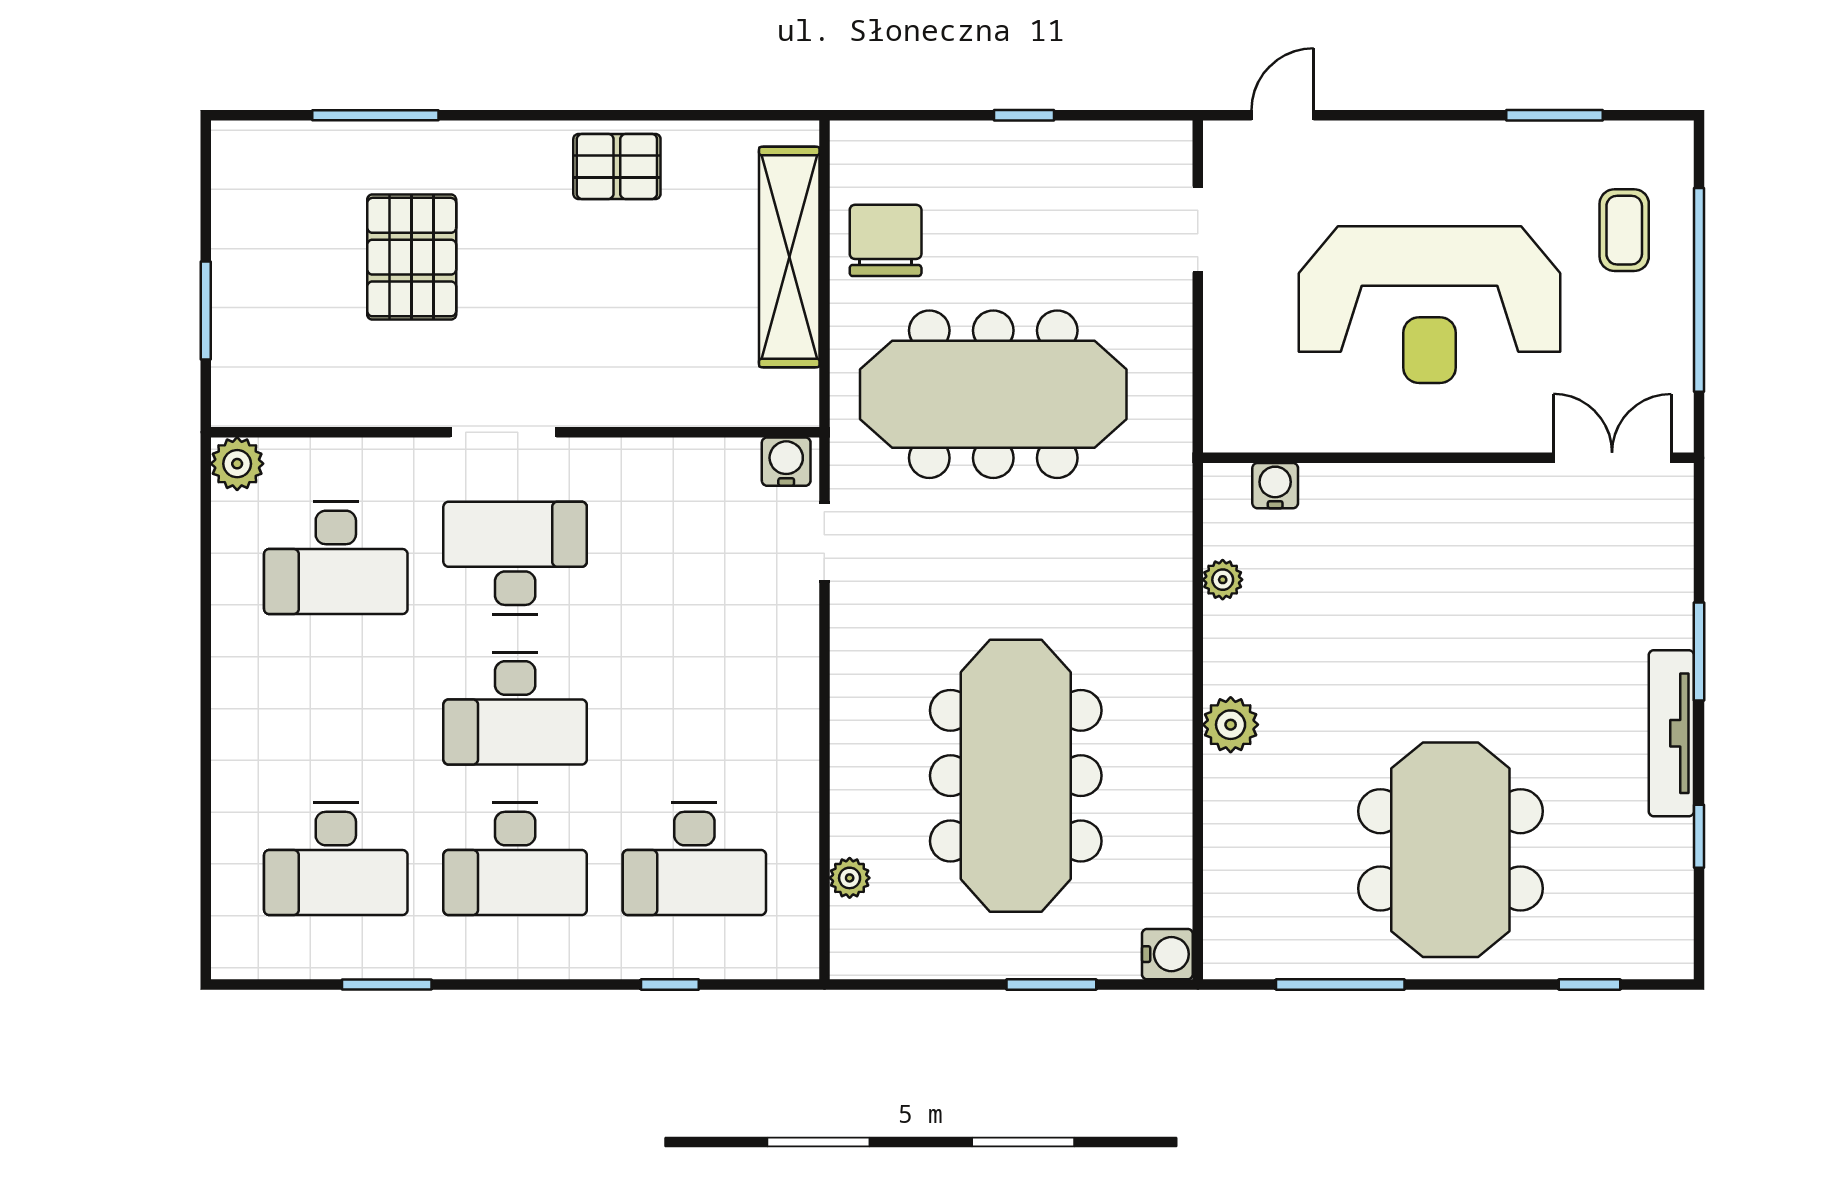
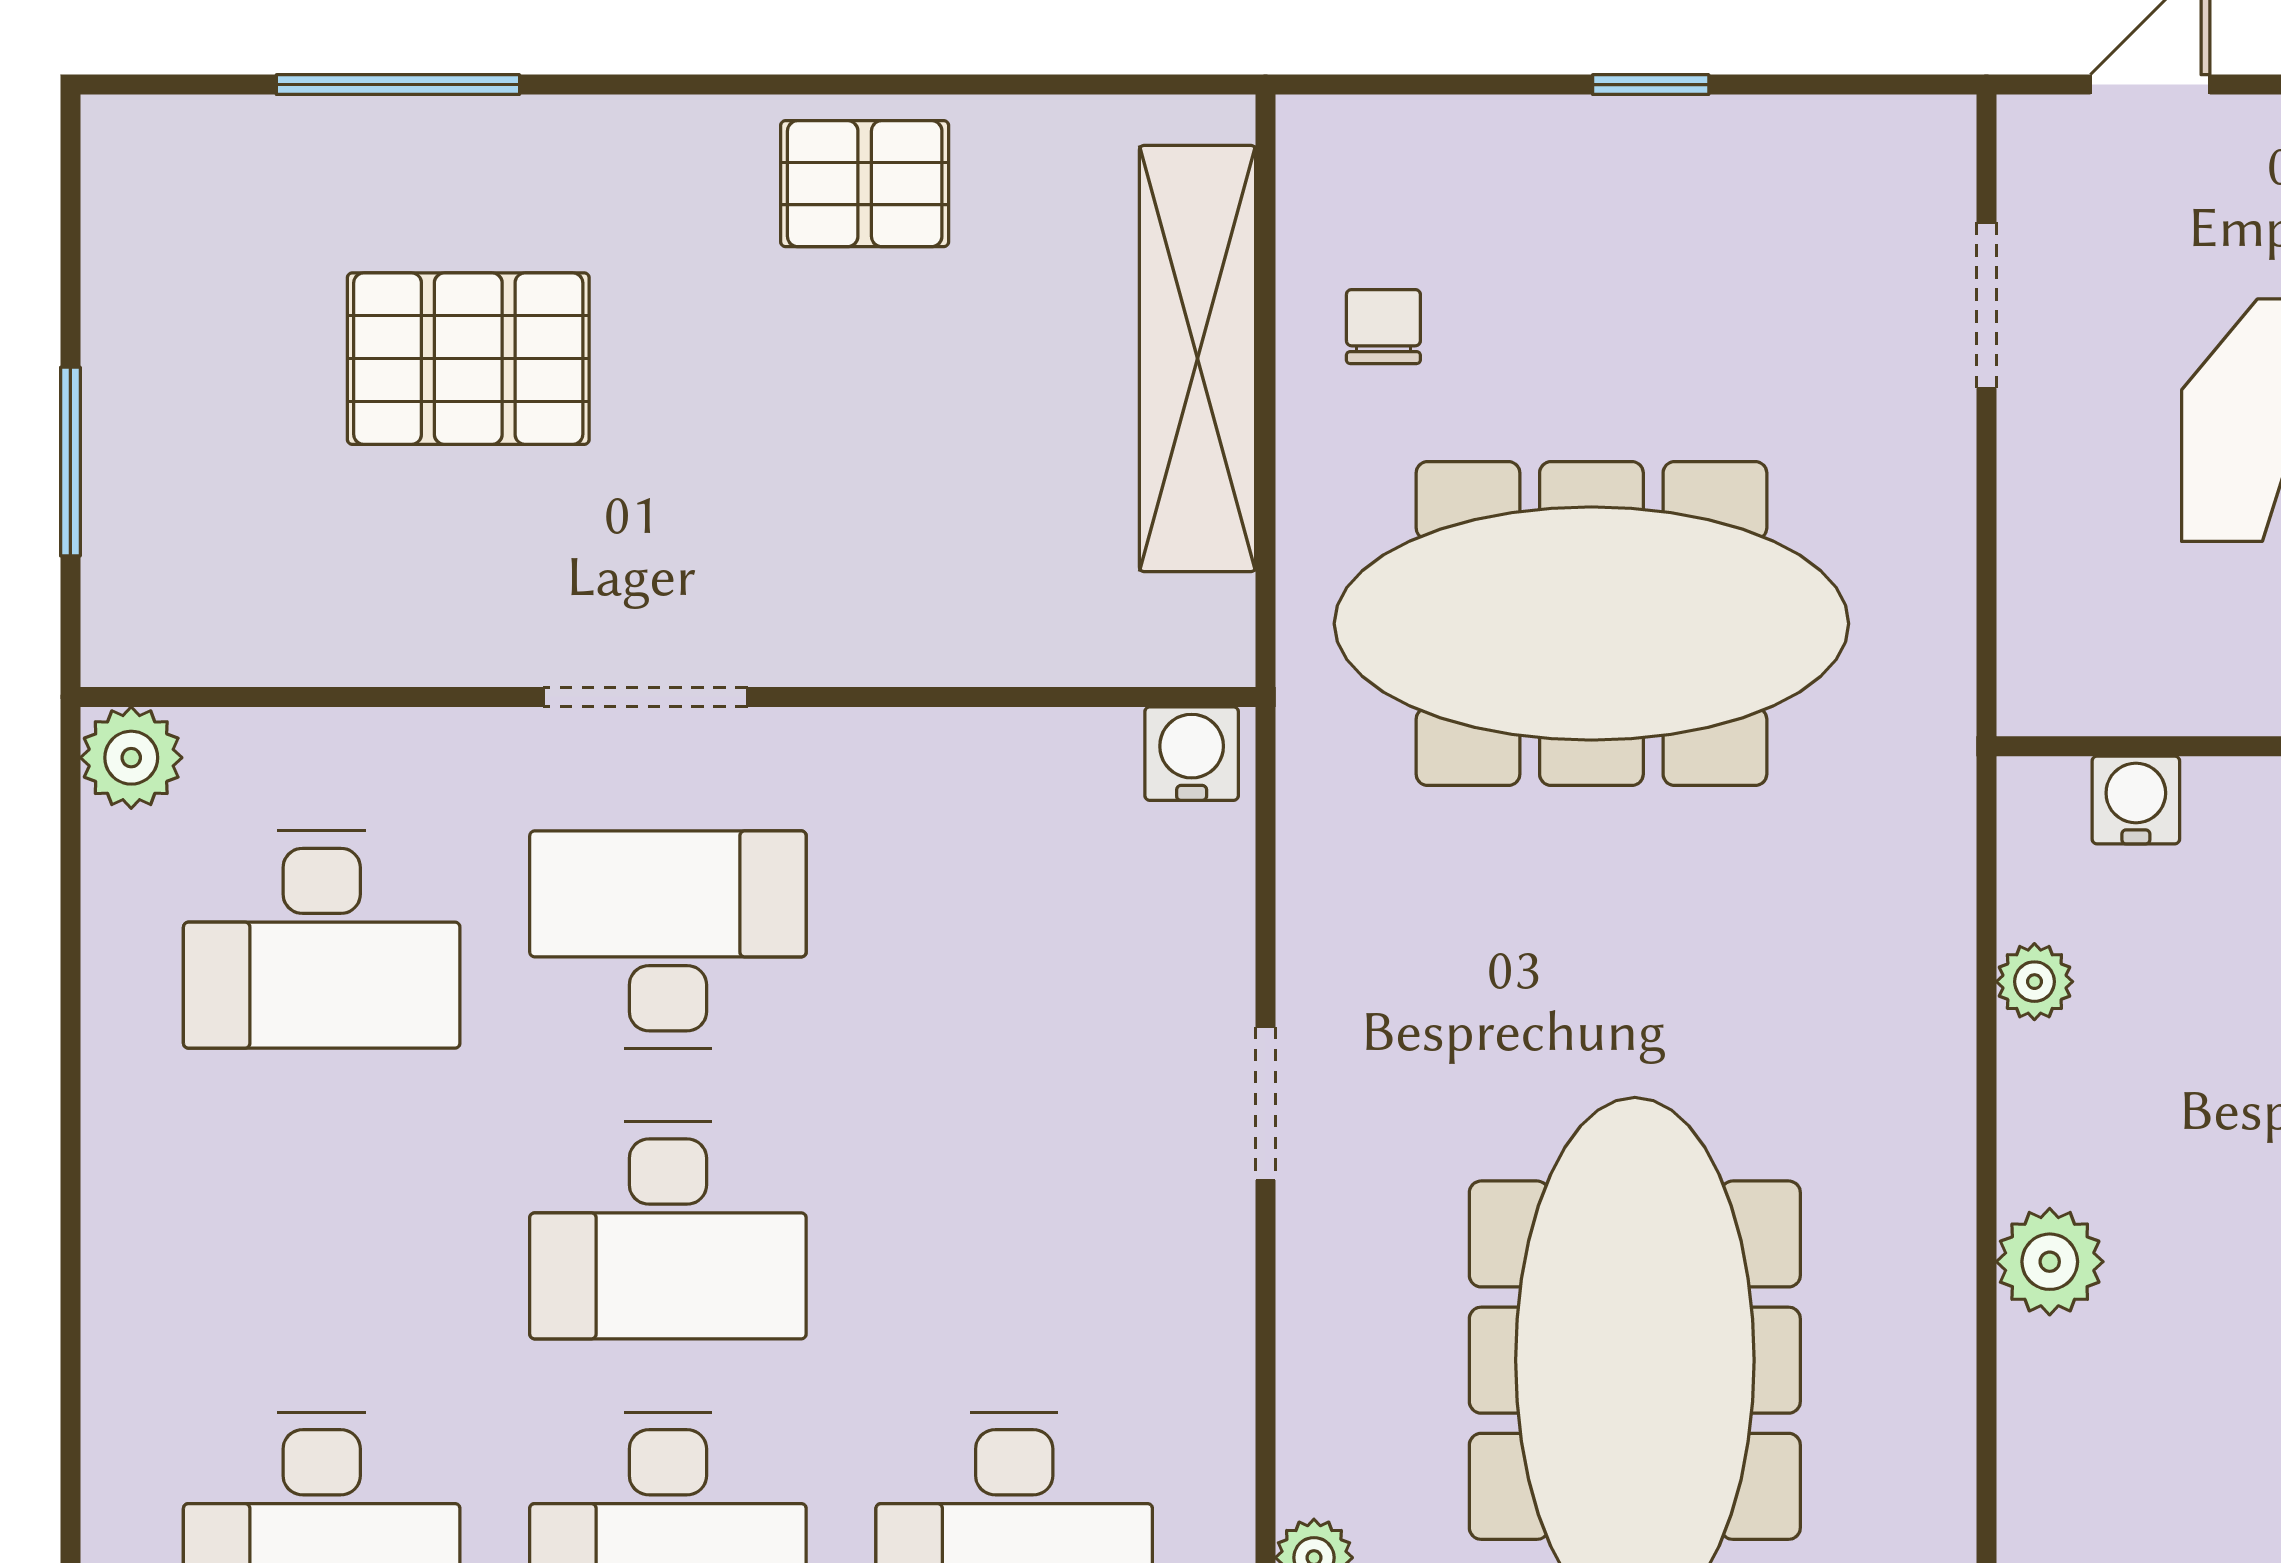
chair: (886, 240) -> (1383, 327), width x0.54, depth x0.54
pallet: (412, 257) -> (468, 359), turned 90
doorway: (824, 542) -> (1265, 1104), moved

